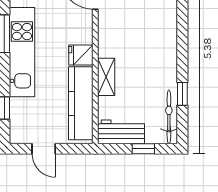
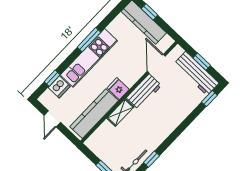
dishwasher: (20, 110) -> (59, 87), added
workbench: (121, 132) -> (144, 92), moved, turned 90

